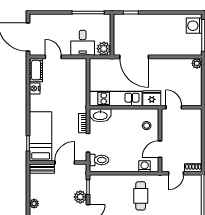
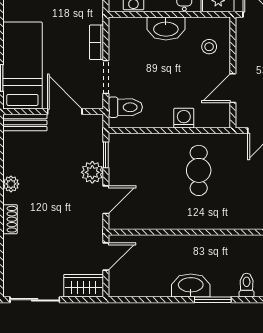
washbasin: (100, 115) -> (166, 28), moved
door: (65, 162) -> (65, 112), hinge flipped
washing machine: (145, 166) -> (184, 118), moved

